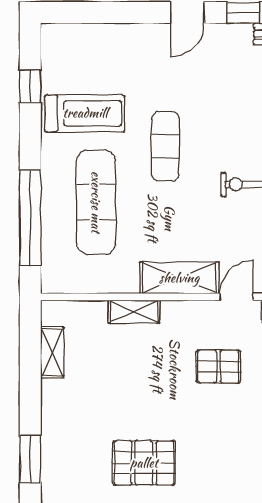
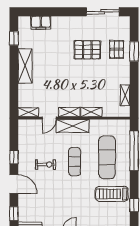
exercise mat: (166, 146) -> (75, 162), moved
shelving: (187, 312) -> (69, 112), added
pallet: (218, 367) -> (117, 49), moved, turned 90

